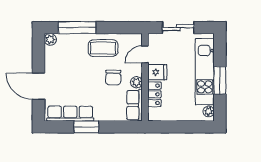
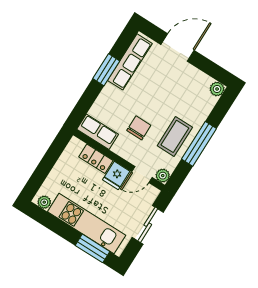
window: (77, 28) -> (199, 144), moved
door: (145, 54) -> (142, 174), swing flipped
chair: (113, 78) -> (139, 128), turned 90
window: (220, 80) -> (92, 248), moved
plant: (136, 82) -> (163, 176), moved

